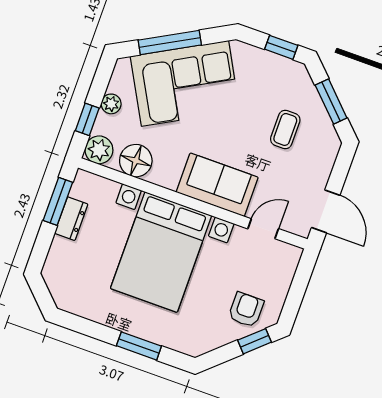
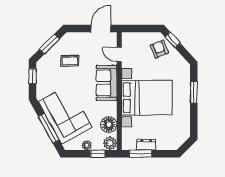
armchair: (246, 310) -> (159, 49), turned 68

